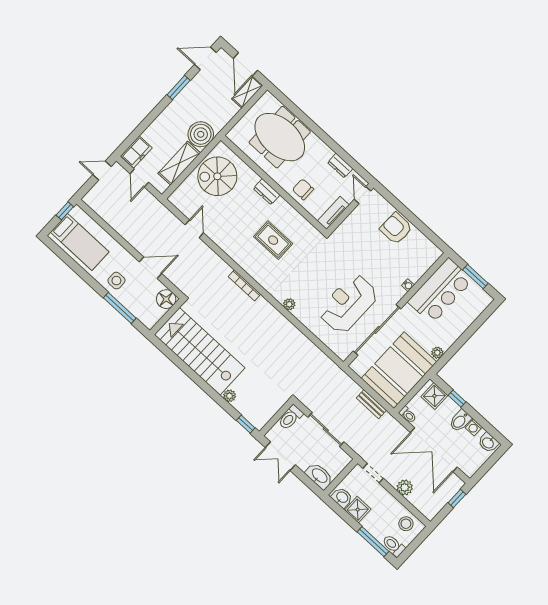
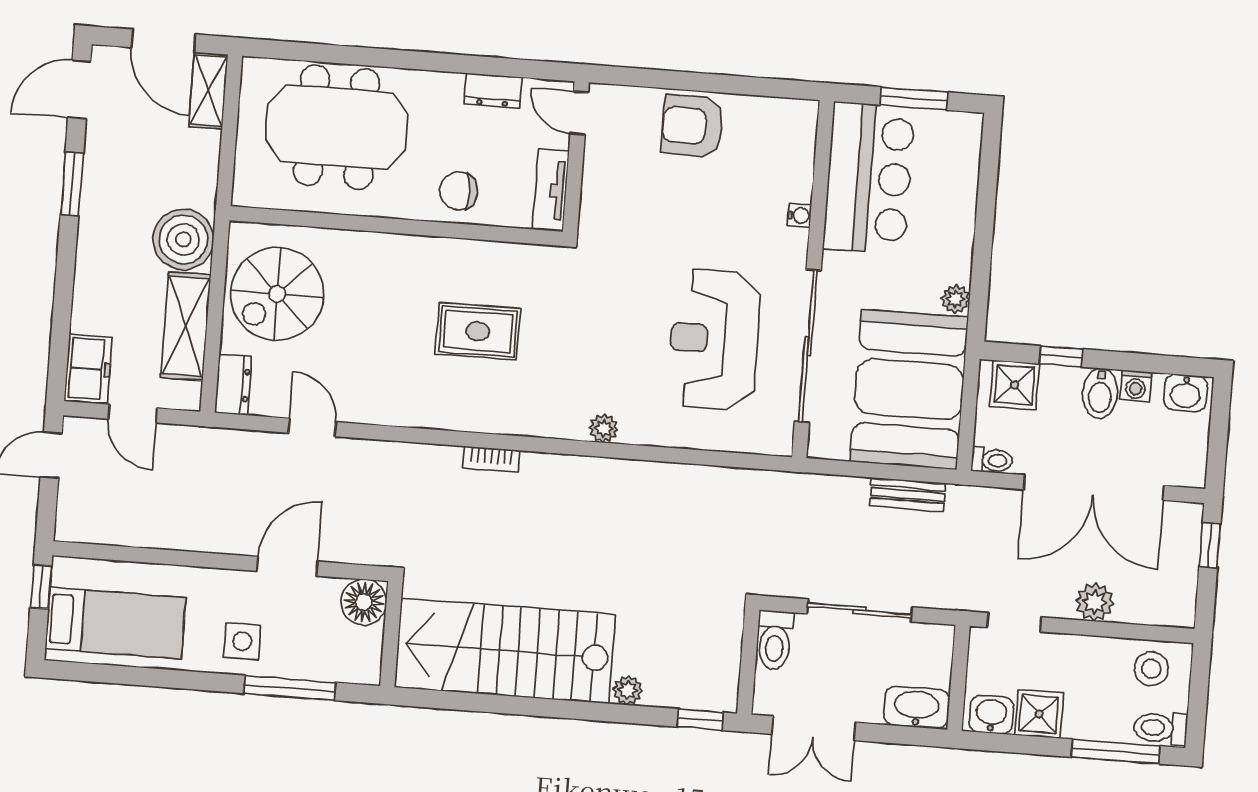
dresser: (267, 192) -> (233, 385), moved, turned -90
bookcase: (245, 285) -> (491, 459), width x0.64

